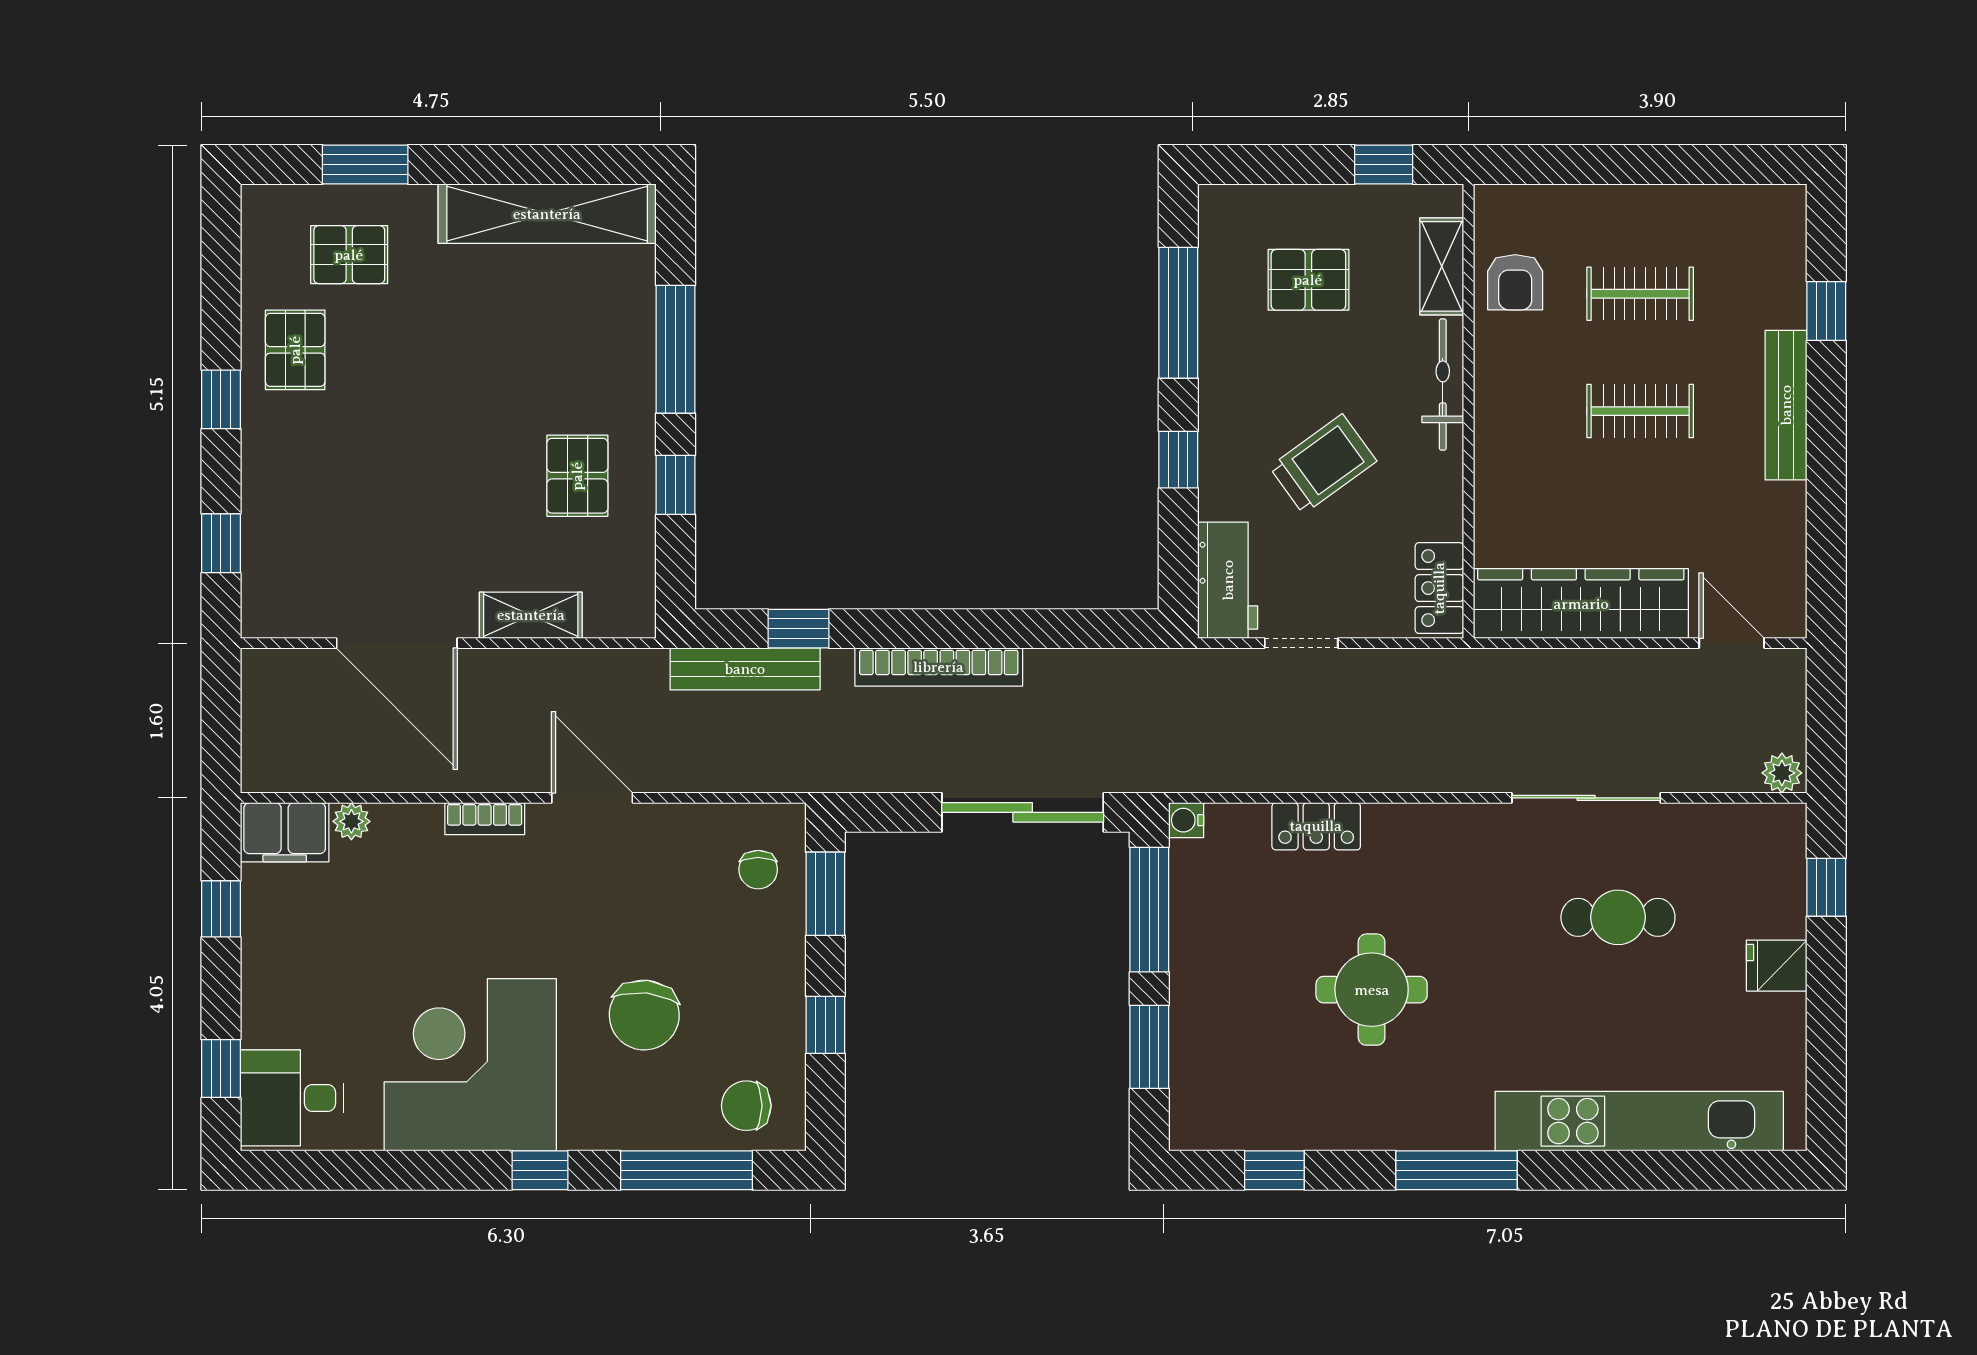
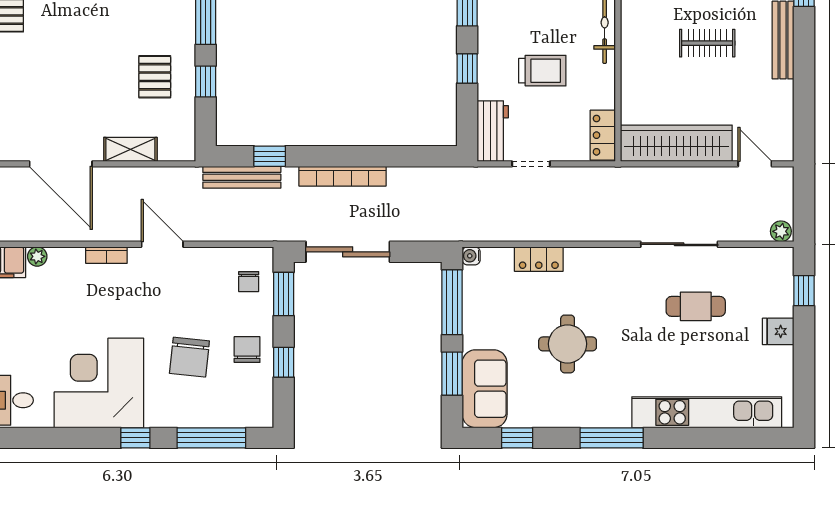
trolley: (1323, 464) -> (542, 71), turned 36
sliding door: (1023, 812) -> (348, 252), moved
sofa: (1212, 1076) -> (485, 389), added
chair: (746, 1106) -> (247, 350), moved, turned 90

